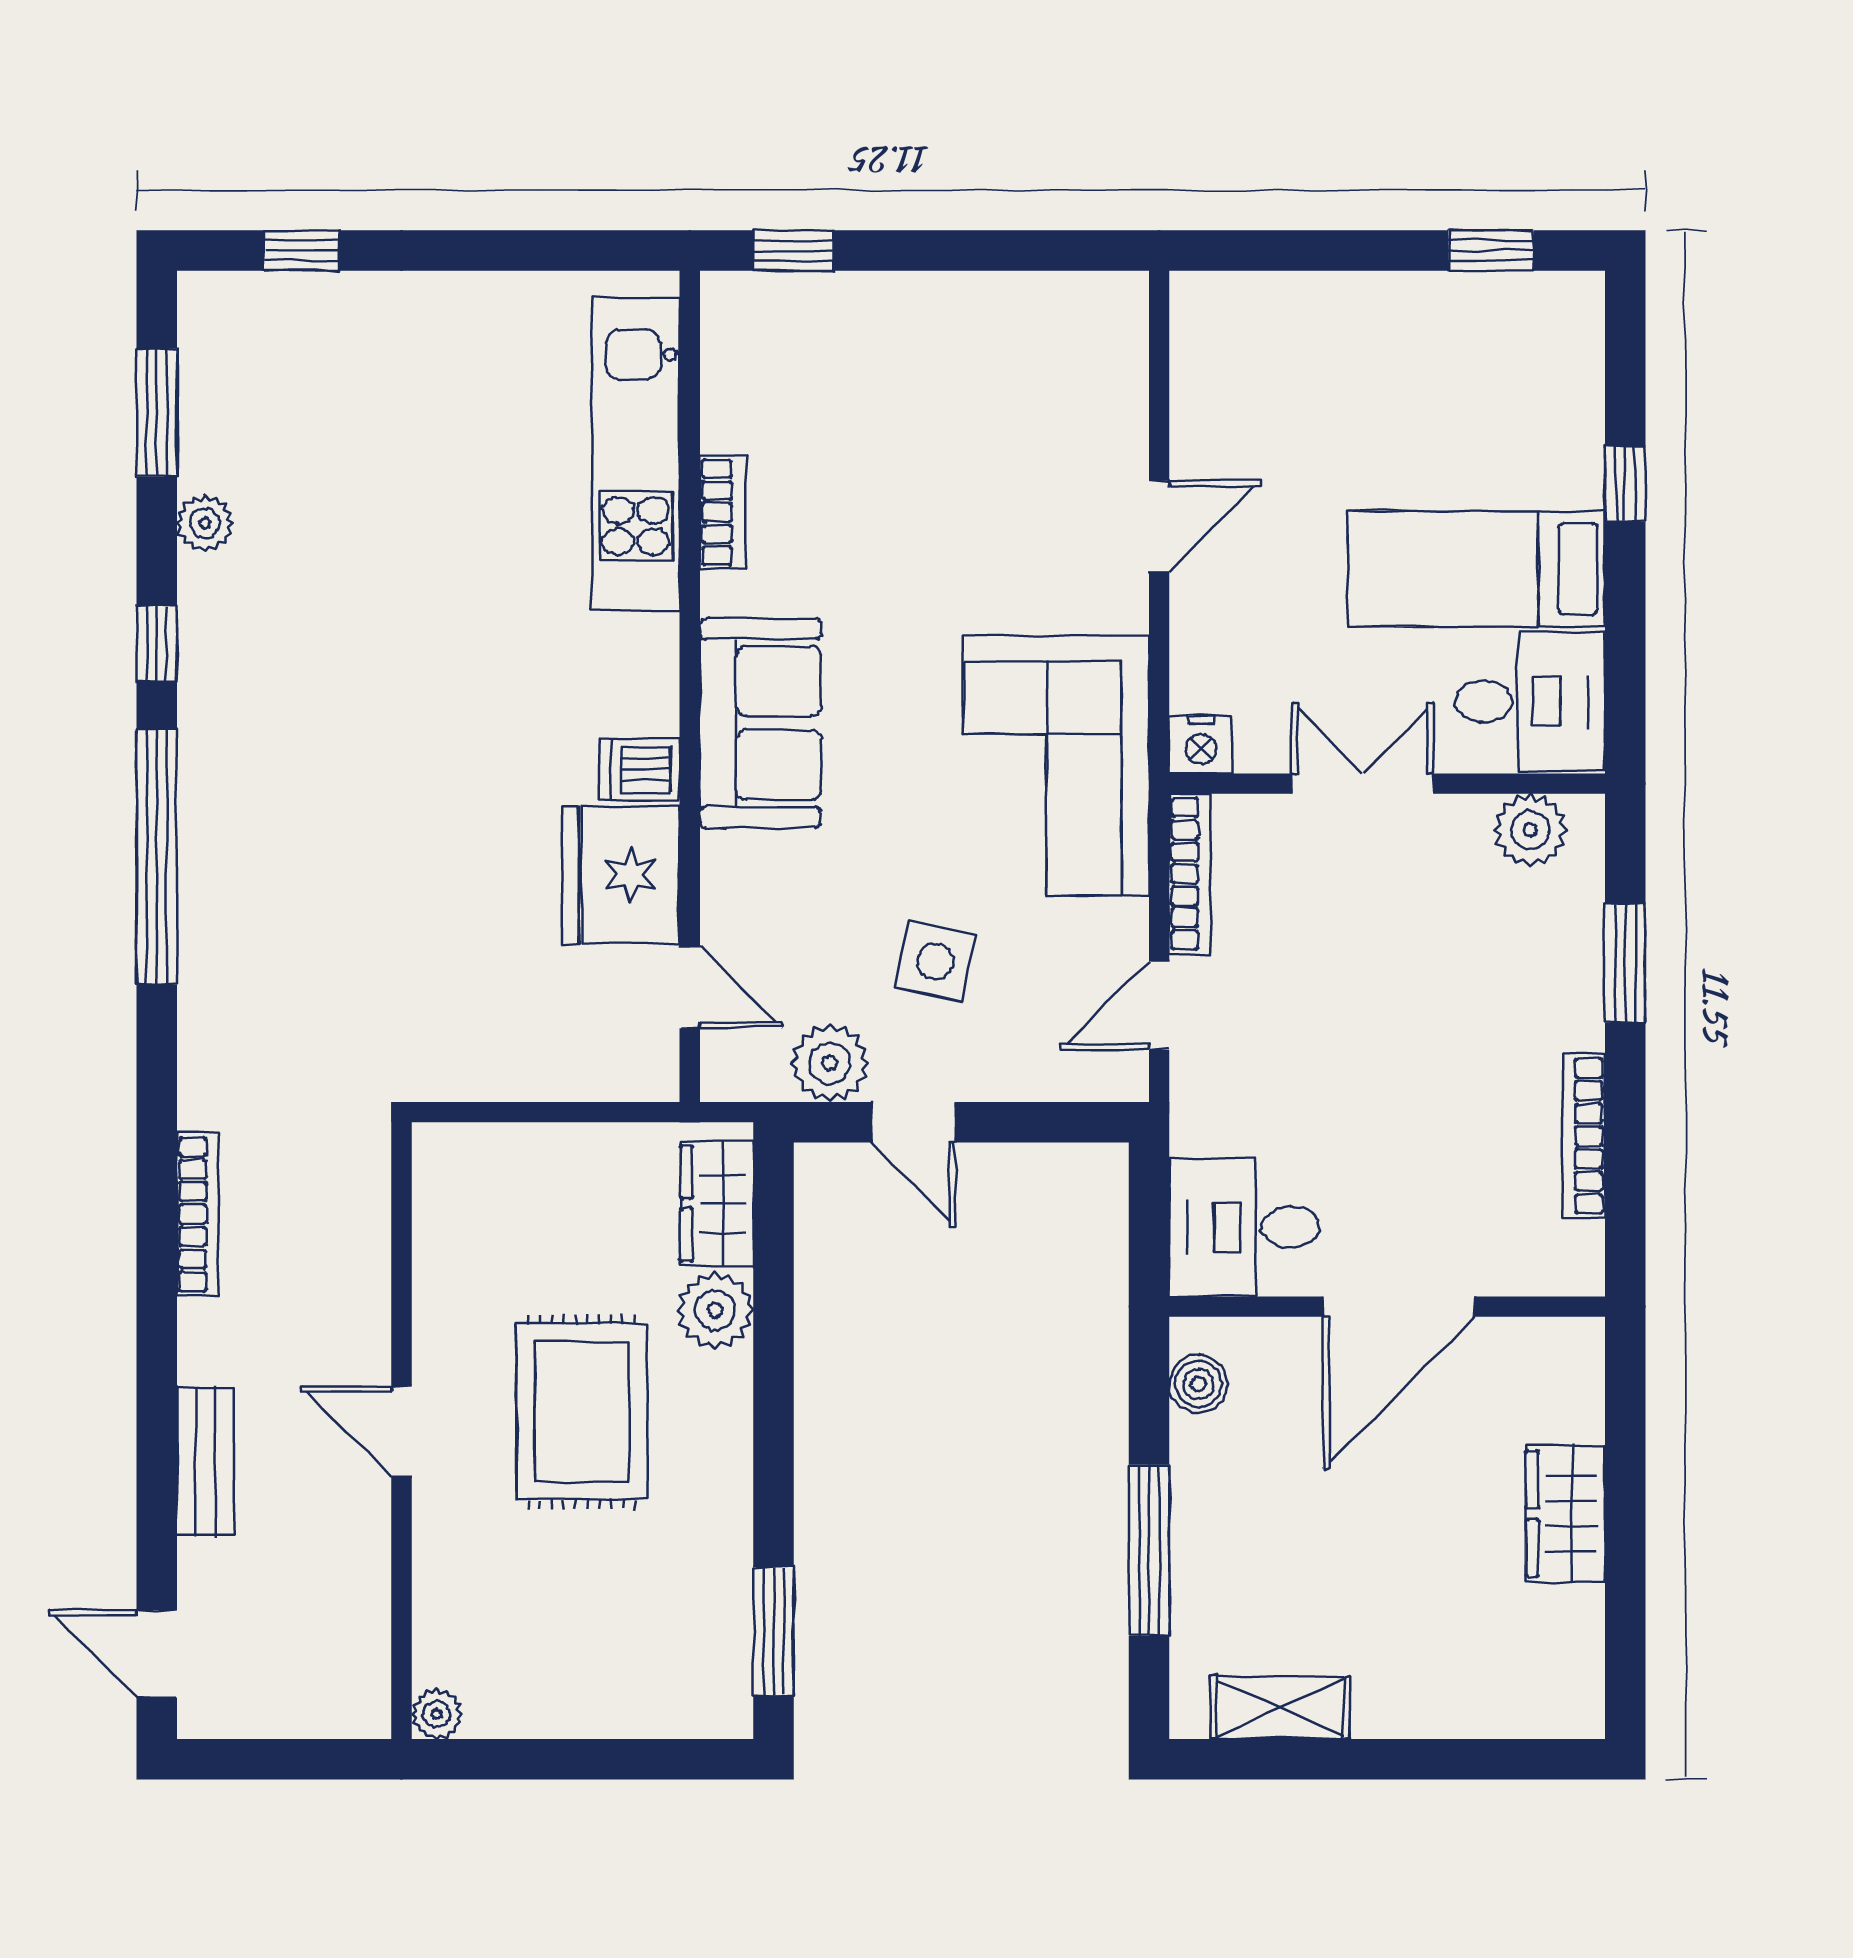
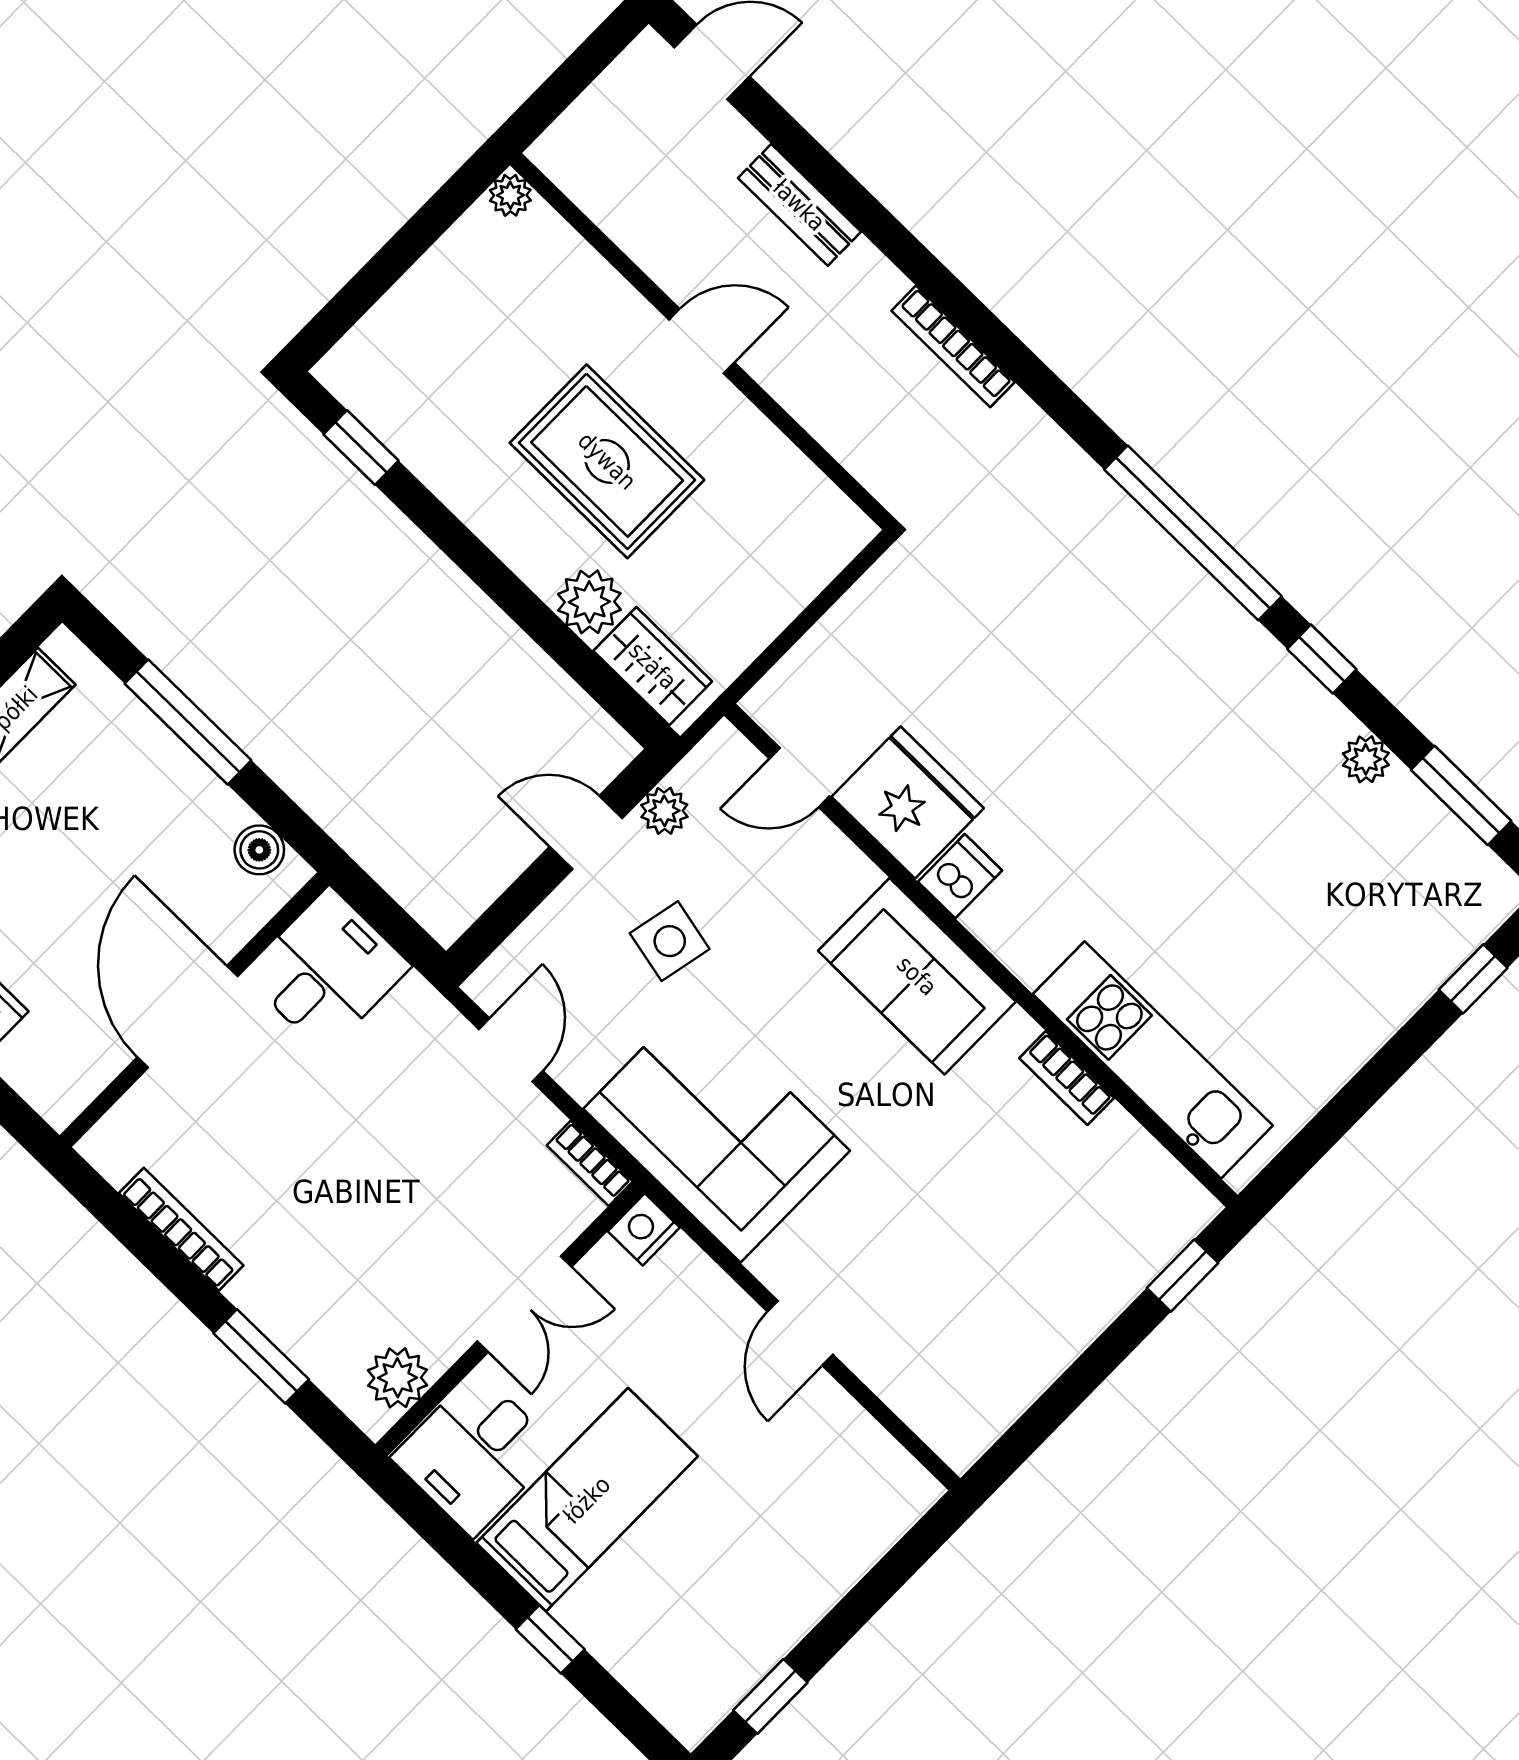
bookcase: (1190, 874) -> (590, 1163), width x0.64
plant: (830, 1063) -> (664, 811), width x0.73, depth x0.73
window: (774, 1631) -> (361, 447), width x0.67

